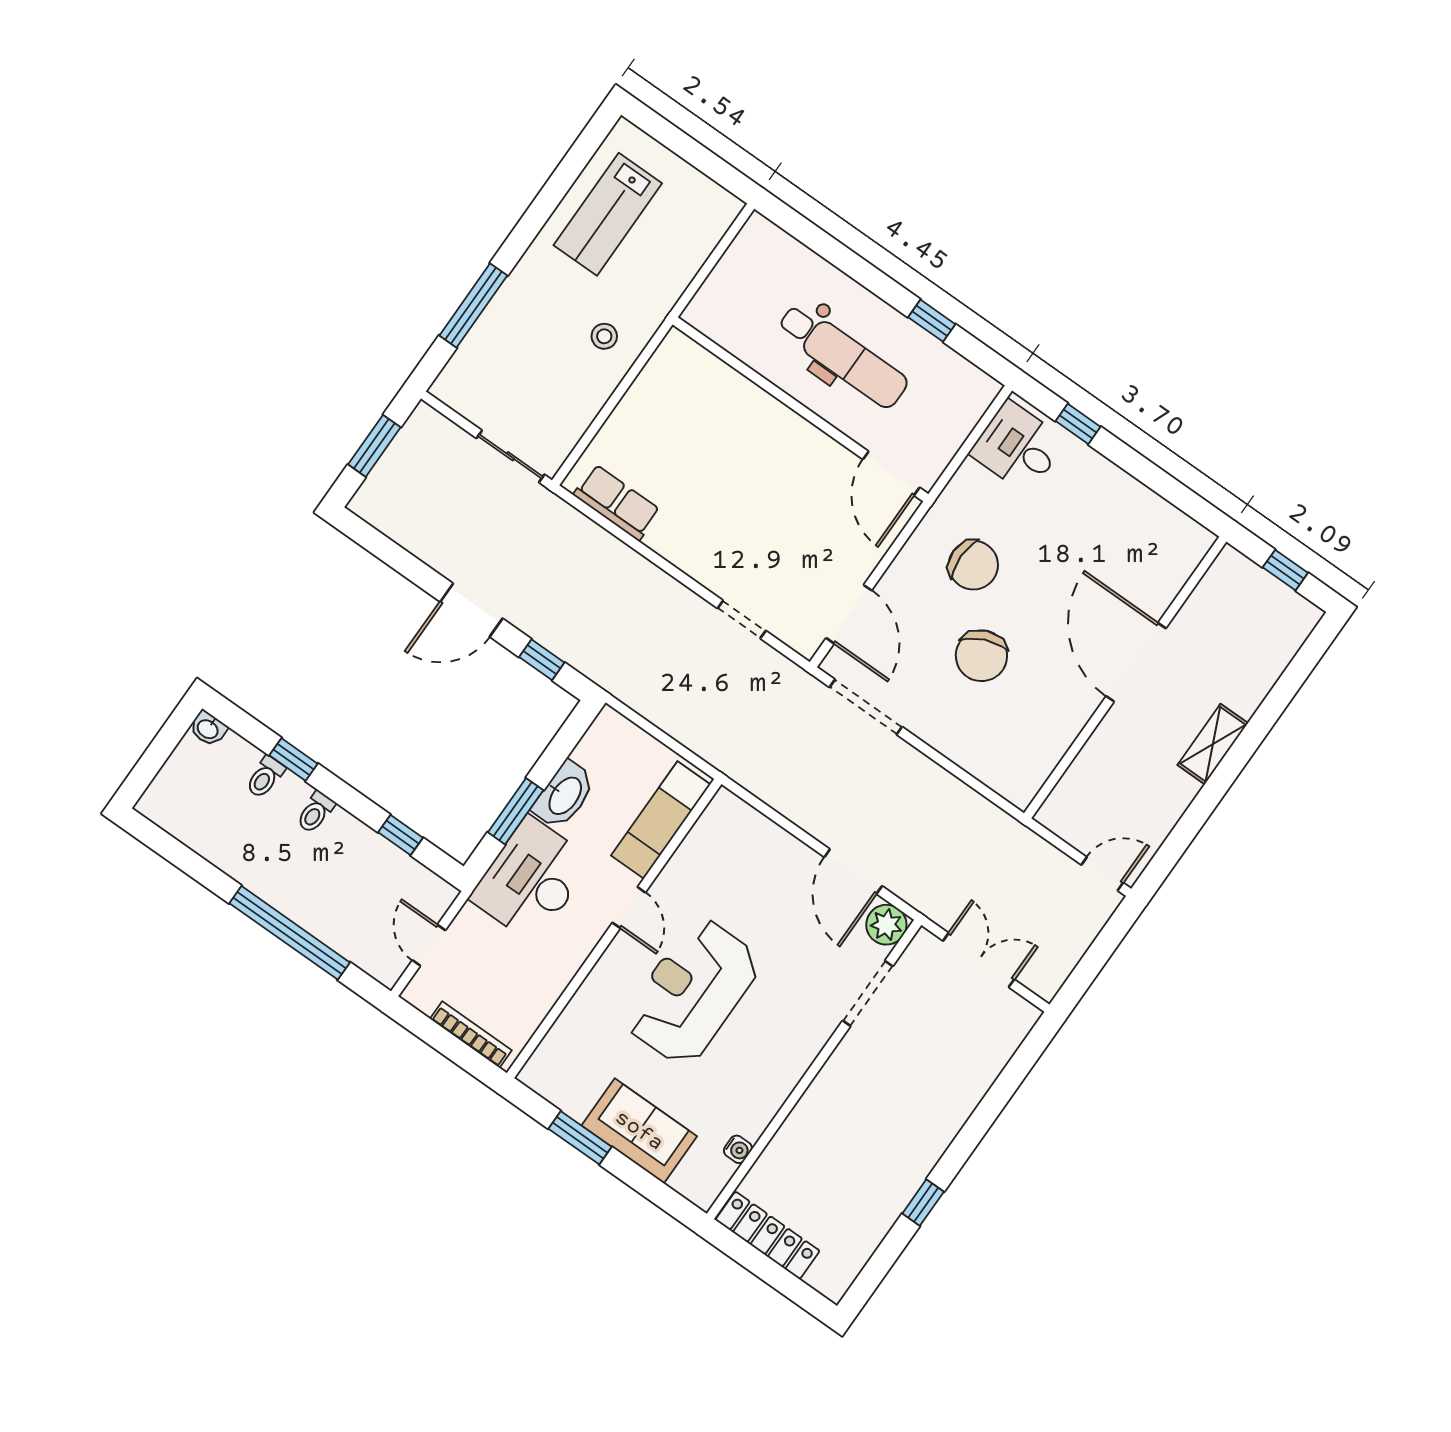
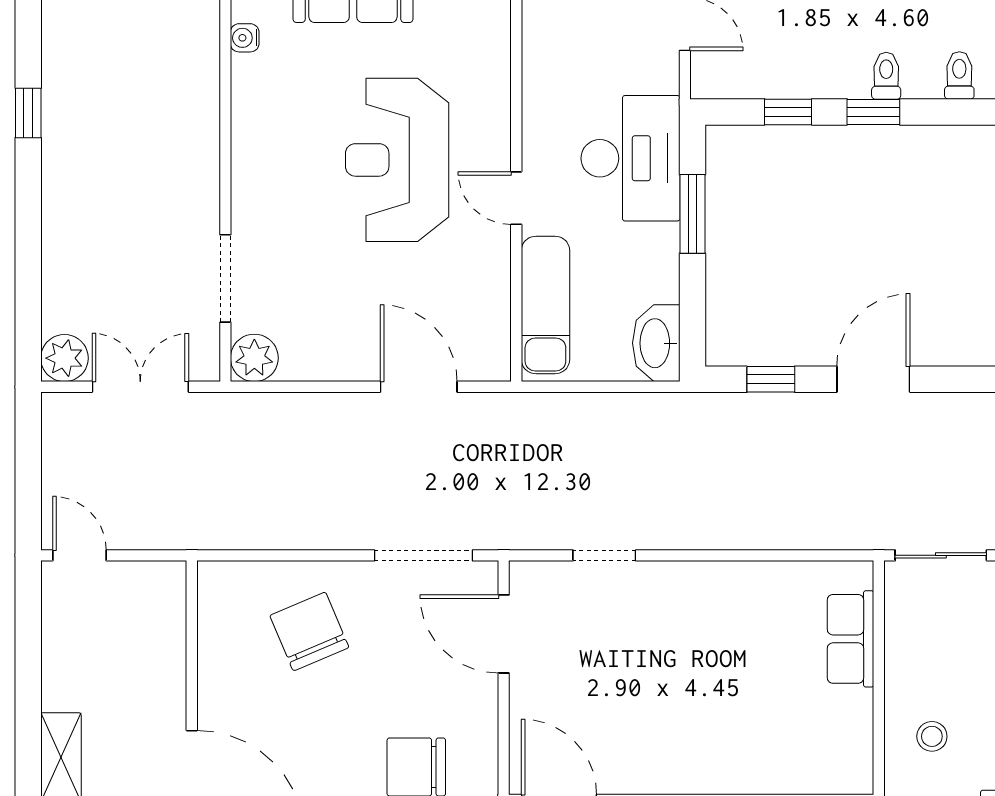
row of seats: (617, 502) -> (851, 639), moved, turned 90
chair: (981, 656) -> (309, 631), moved
window: (293, 760) -> (873, 112), moved
washbasin: (564, 795) -> (656, 343), moved
door: (853, 872) -> (419, 387), moved
door: (1102, 874) -> (79, 555), swing flipped
double door: (979, 960) -> (140, 387), swing flipped
reception desk: (692, 992) -> (397, 160), turned 180
plant: (1017, 1017) -> (64, 358), added

